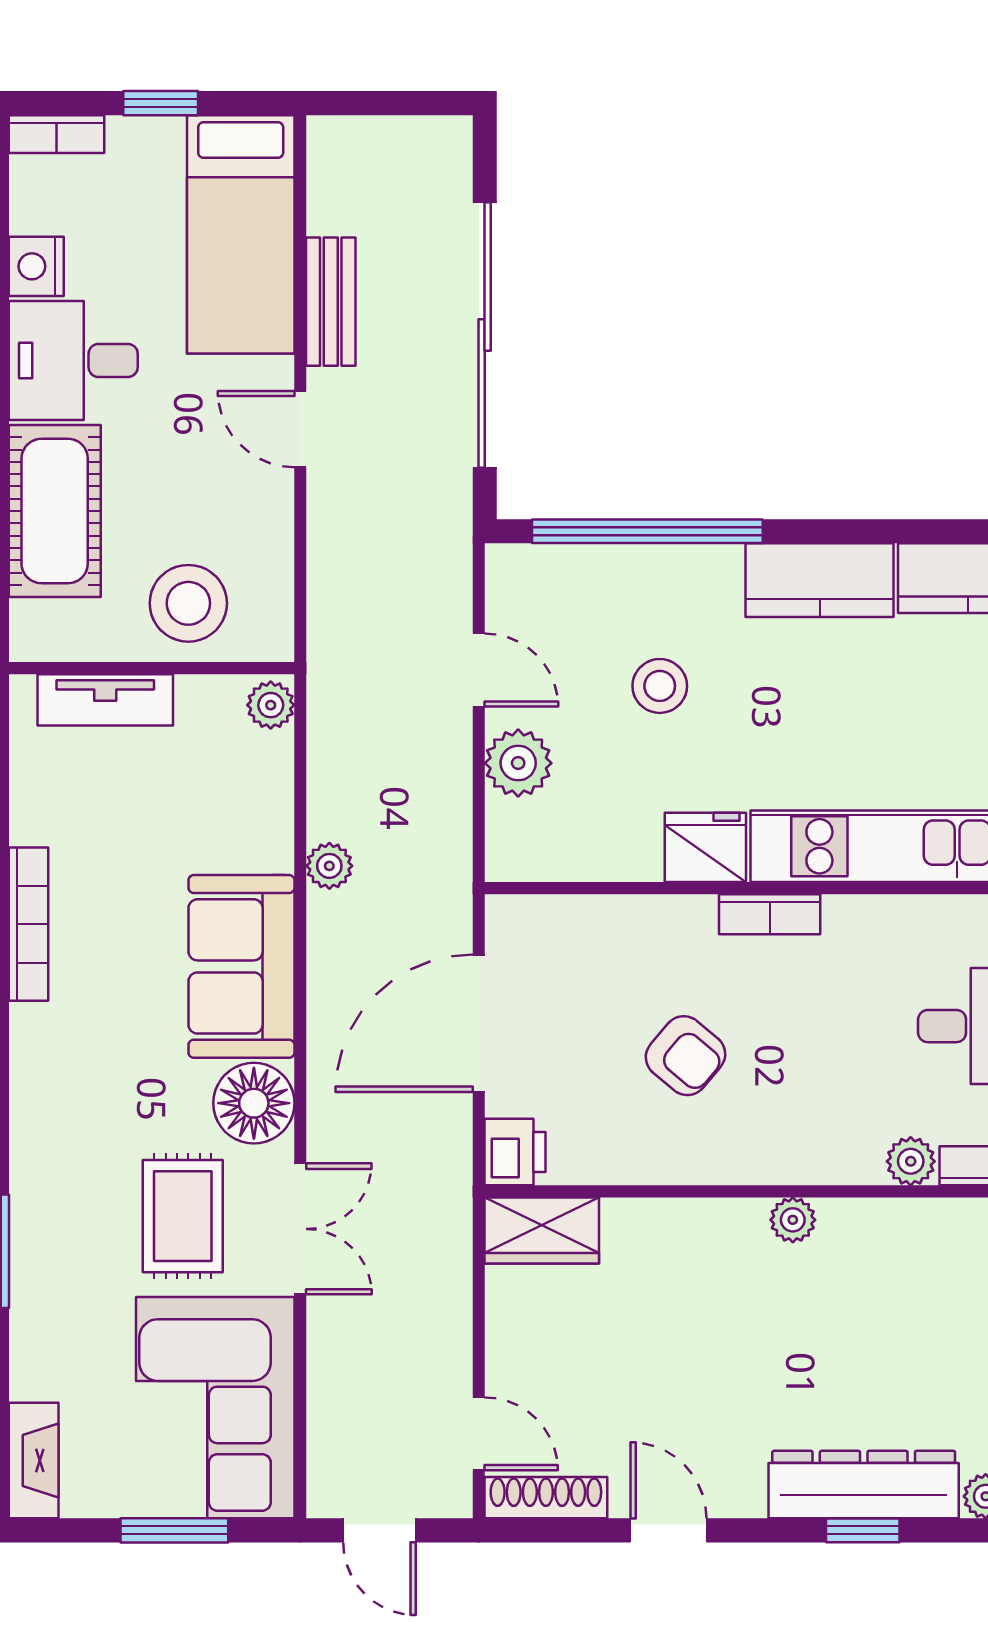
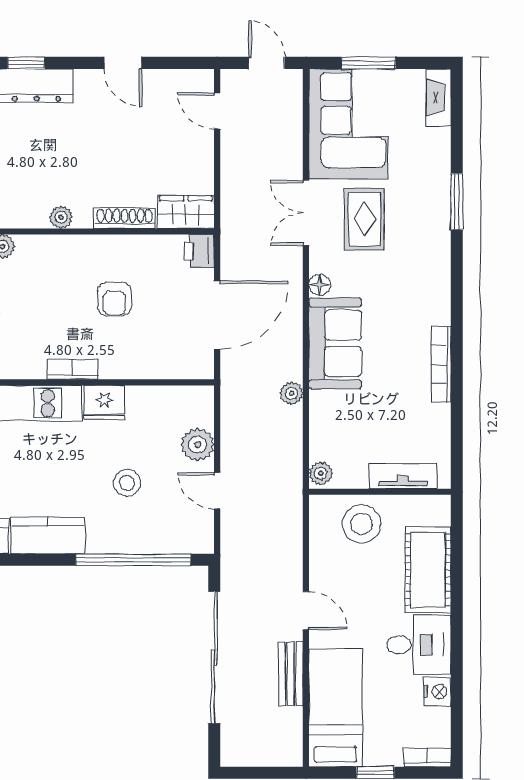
armchair: (686, 1056) -> (114, 299), turned -130
floor lamp: (254, 1103) -> (320, 285), width x0.53, depth x0.53
shoe rack: (546, 1498) -> (125, 218), moved, turned 180

